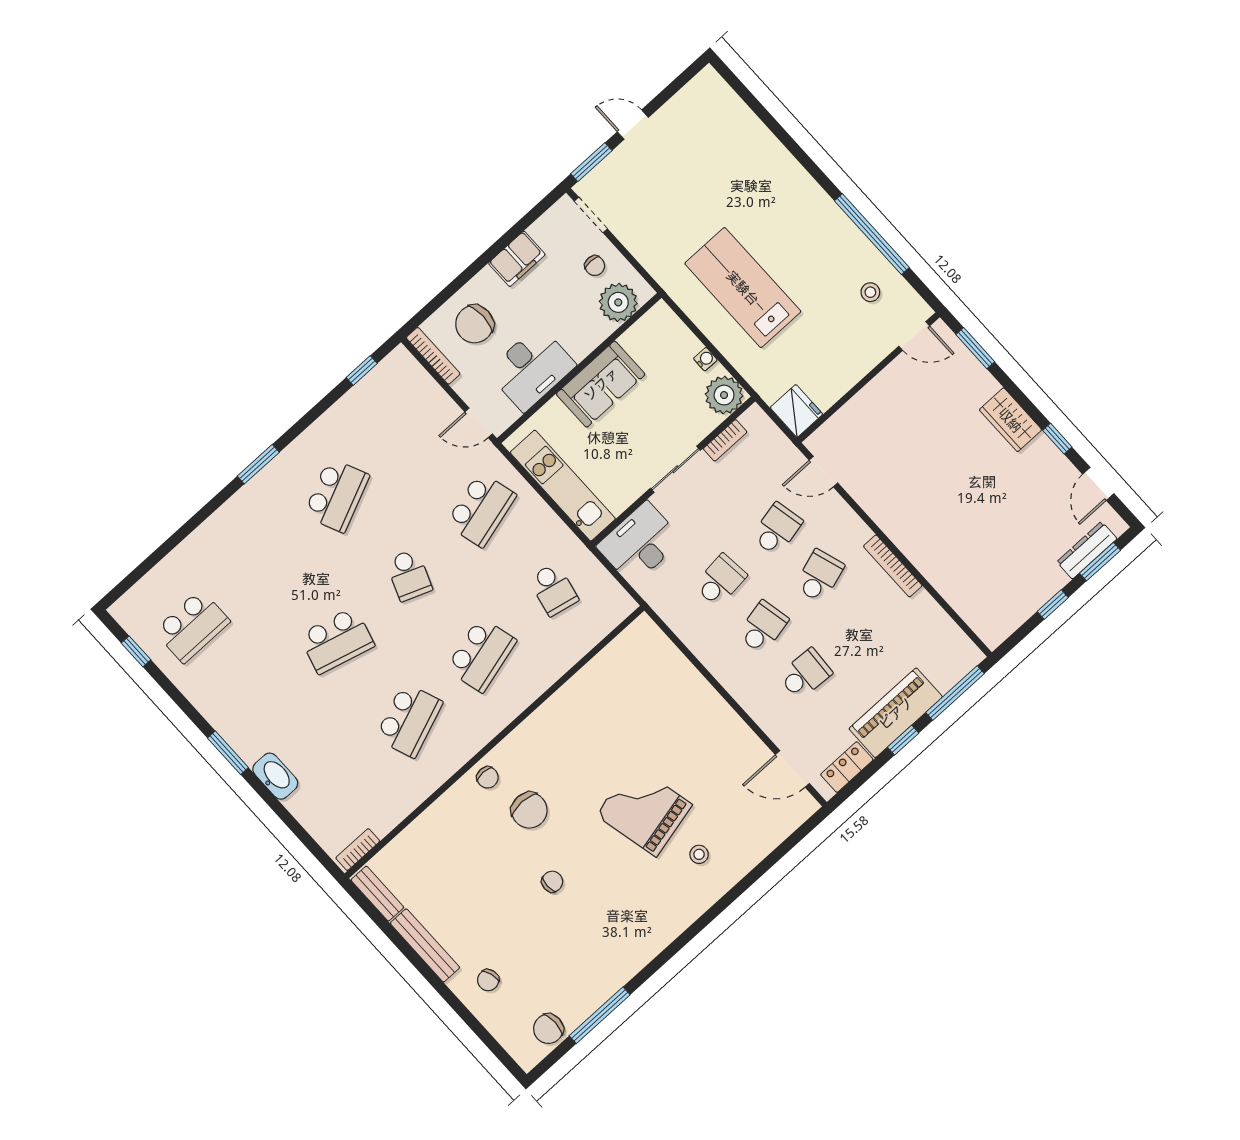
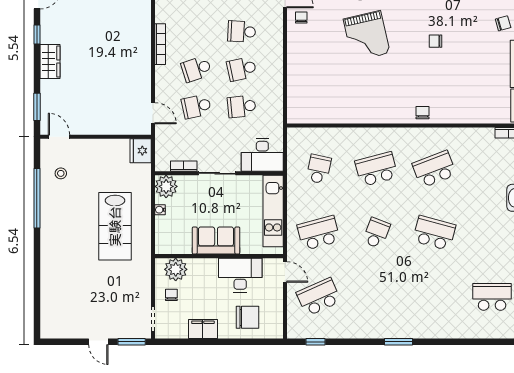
bookcase: (433, 356) -> (278, 320), removed
school desk: (337, 495) -> (319, 297), moved
chair: (529, 810) -> (301, 18), moved, width x0.54, depth x0.54

